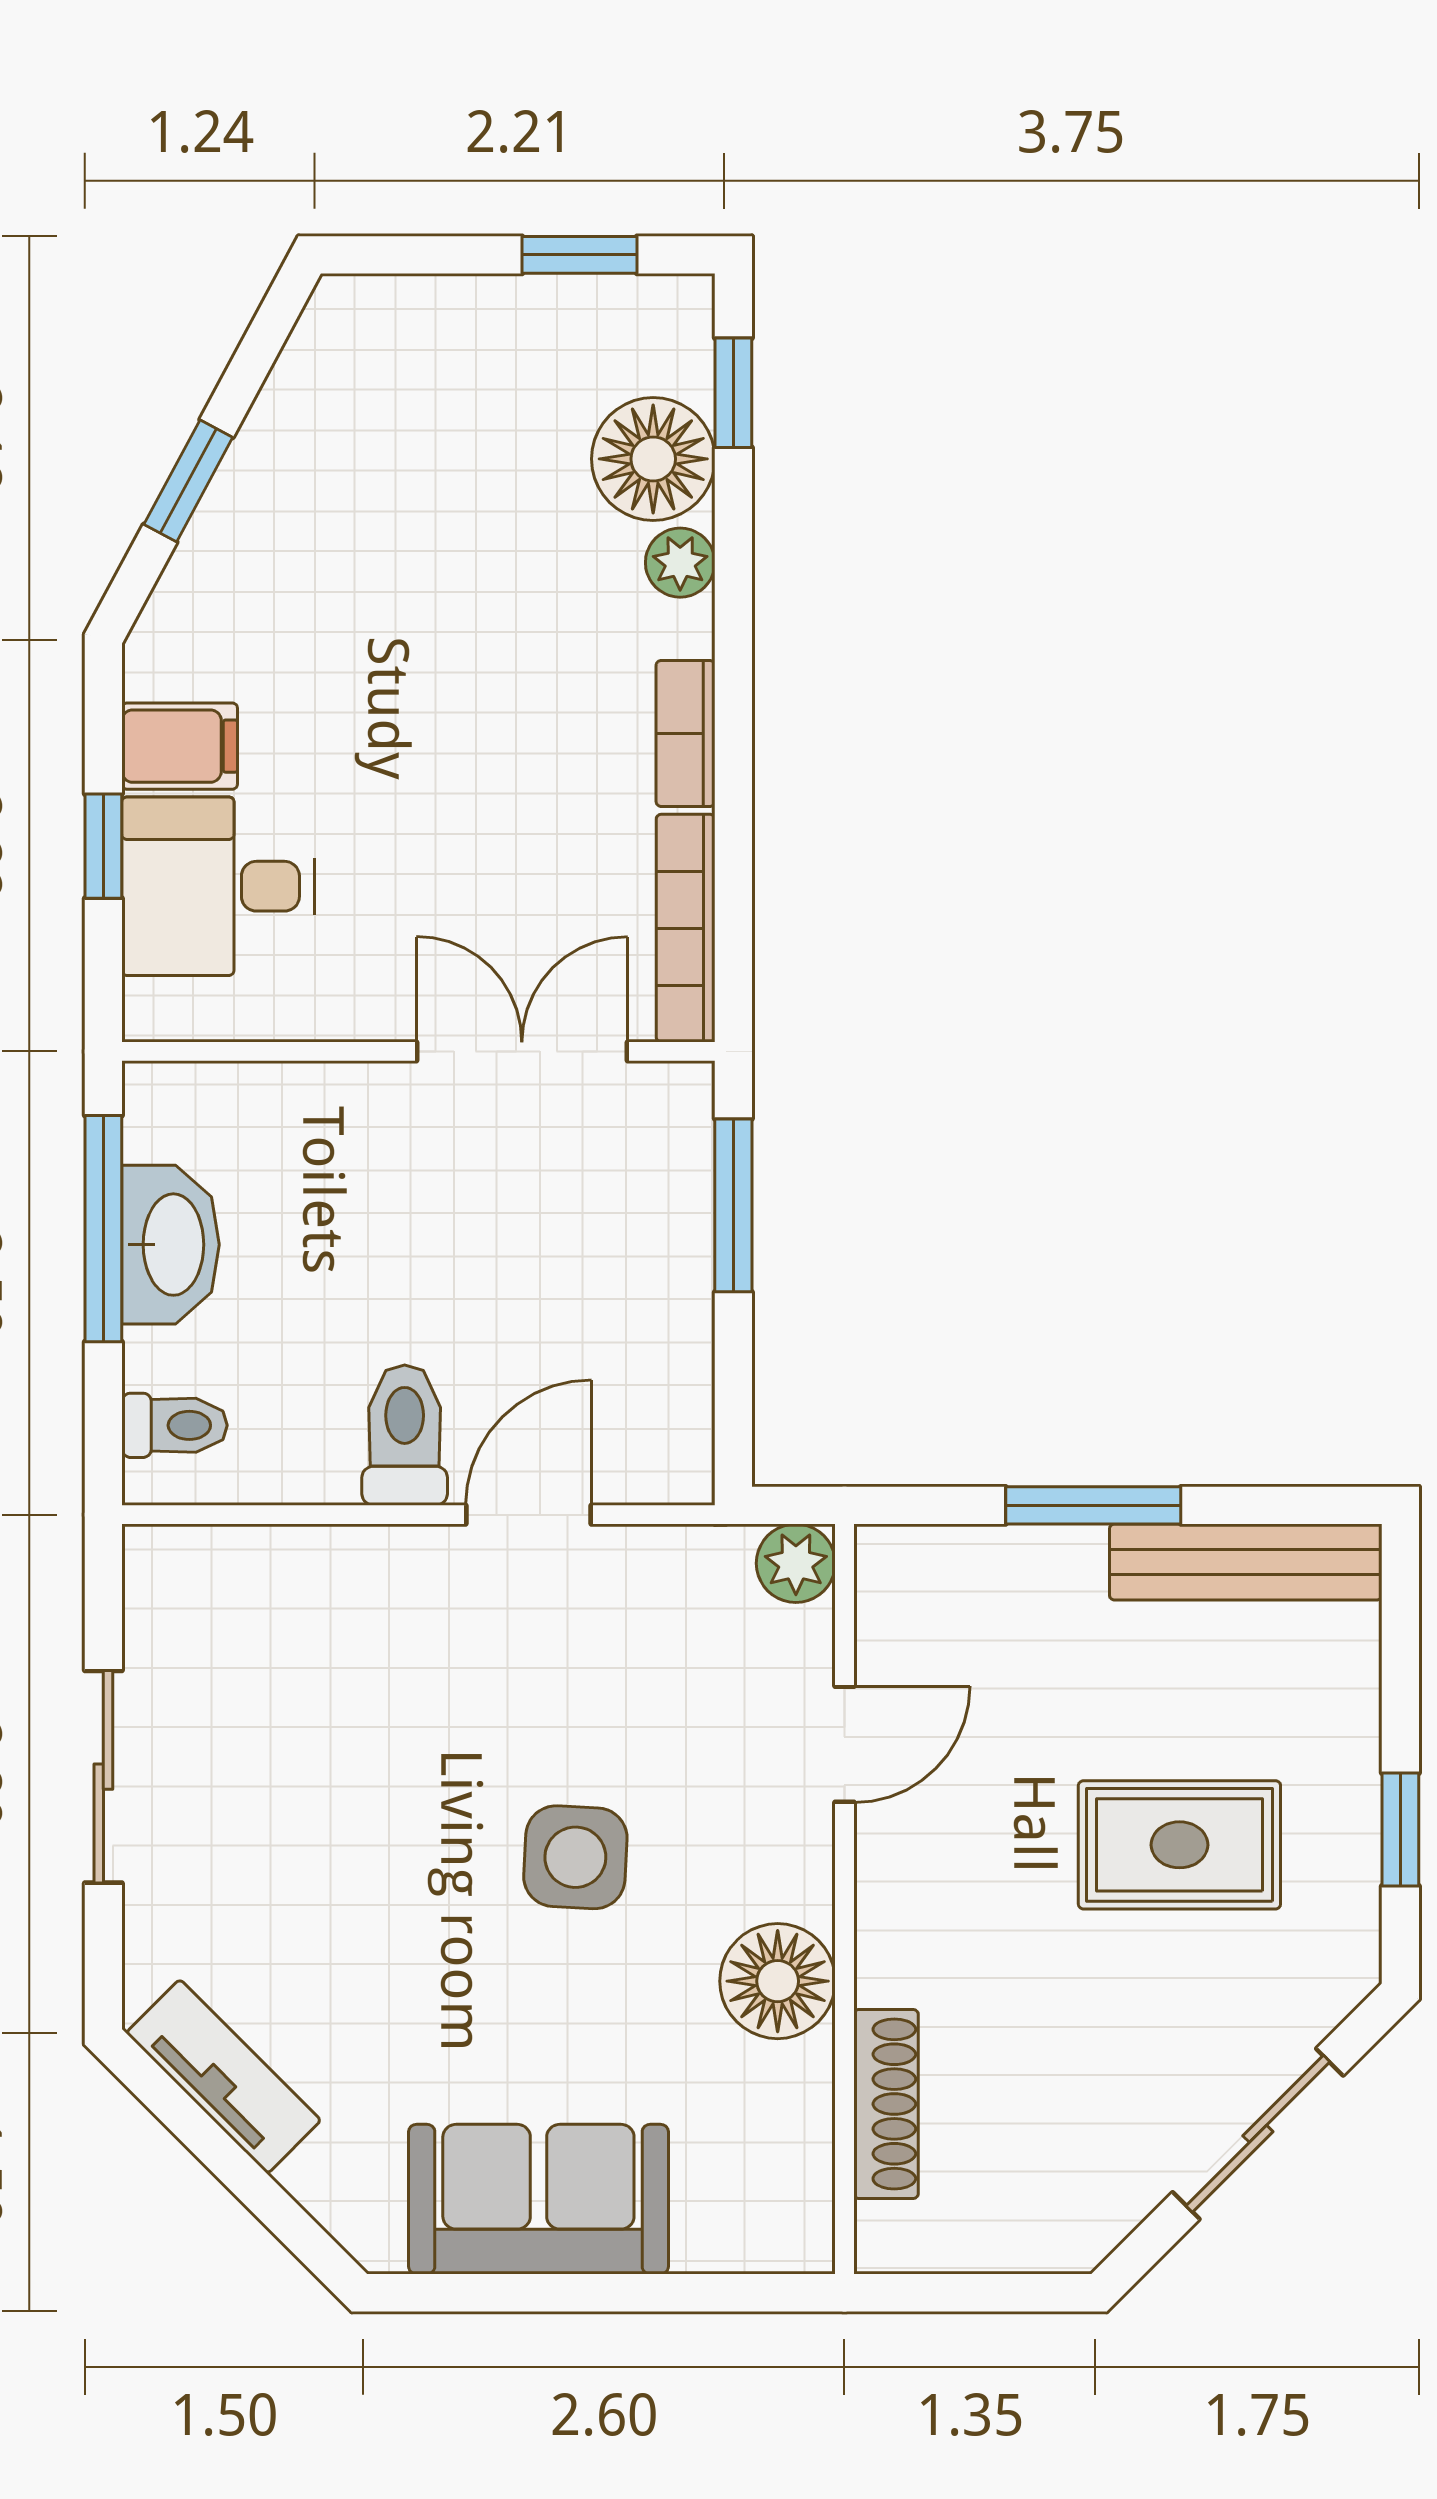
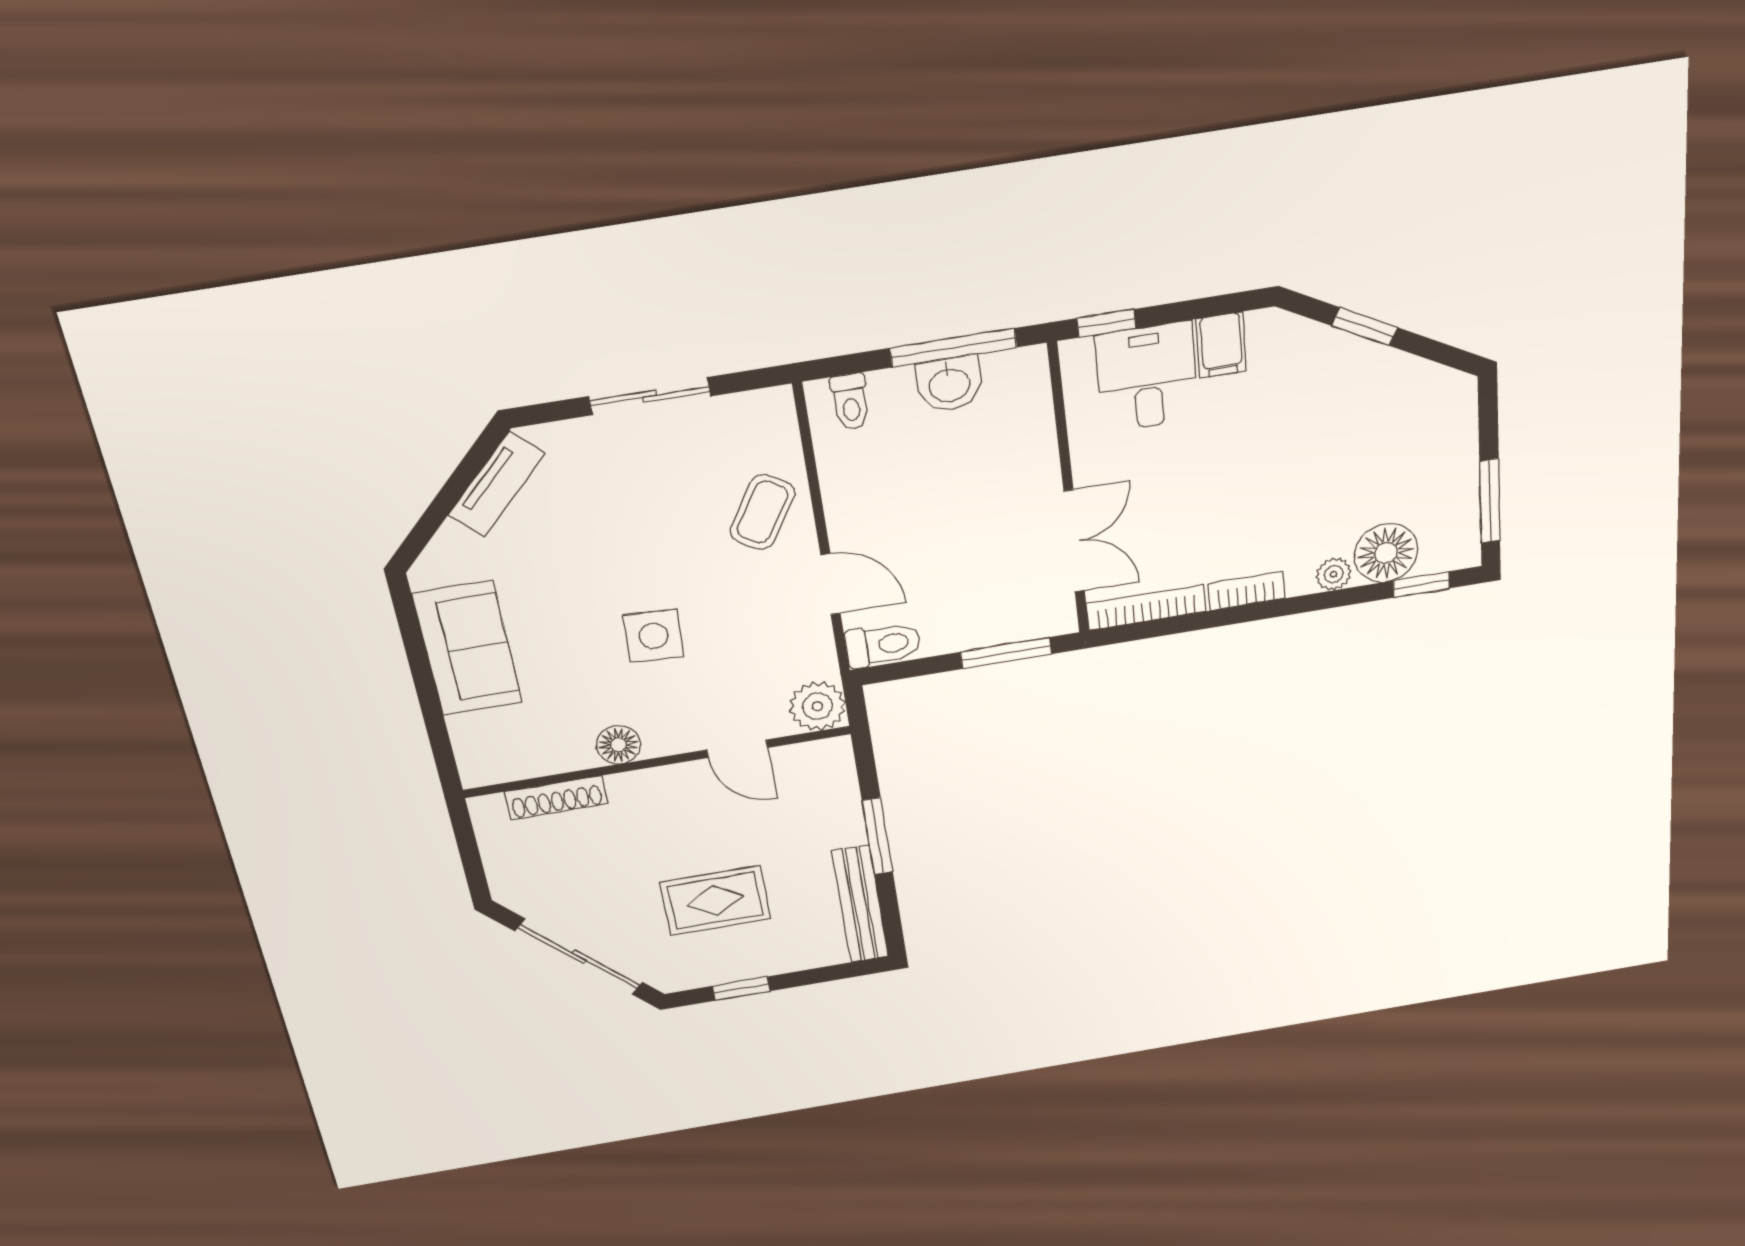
window: (579, 255) -> (1490, 501), width x1.50
window: (103, 846) -> (1106, 323), moved
washbasin: (170, 1245) -> (949, 384), width x0.72
toilet: (405, 1435) -> (883, 645), moved
plant: (796, 1563) -> (817, 706), width x1.38, depth x1.38
coffee table: (361, 1616) -> (762, 512), added
rug: (1179, 1845) -> (715, 901), turned 90
floor lamp: (778, 1981) -> (618, 745), width x0.73, depth x0.73
sliding door: (1258, 2134) -> (579, 957), width x1.37

